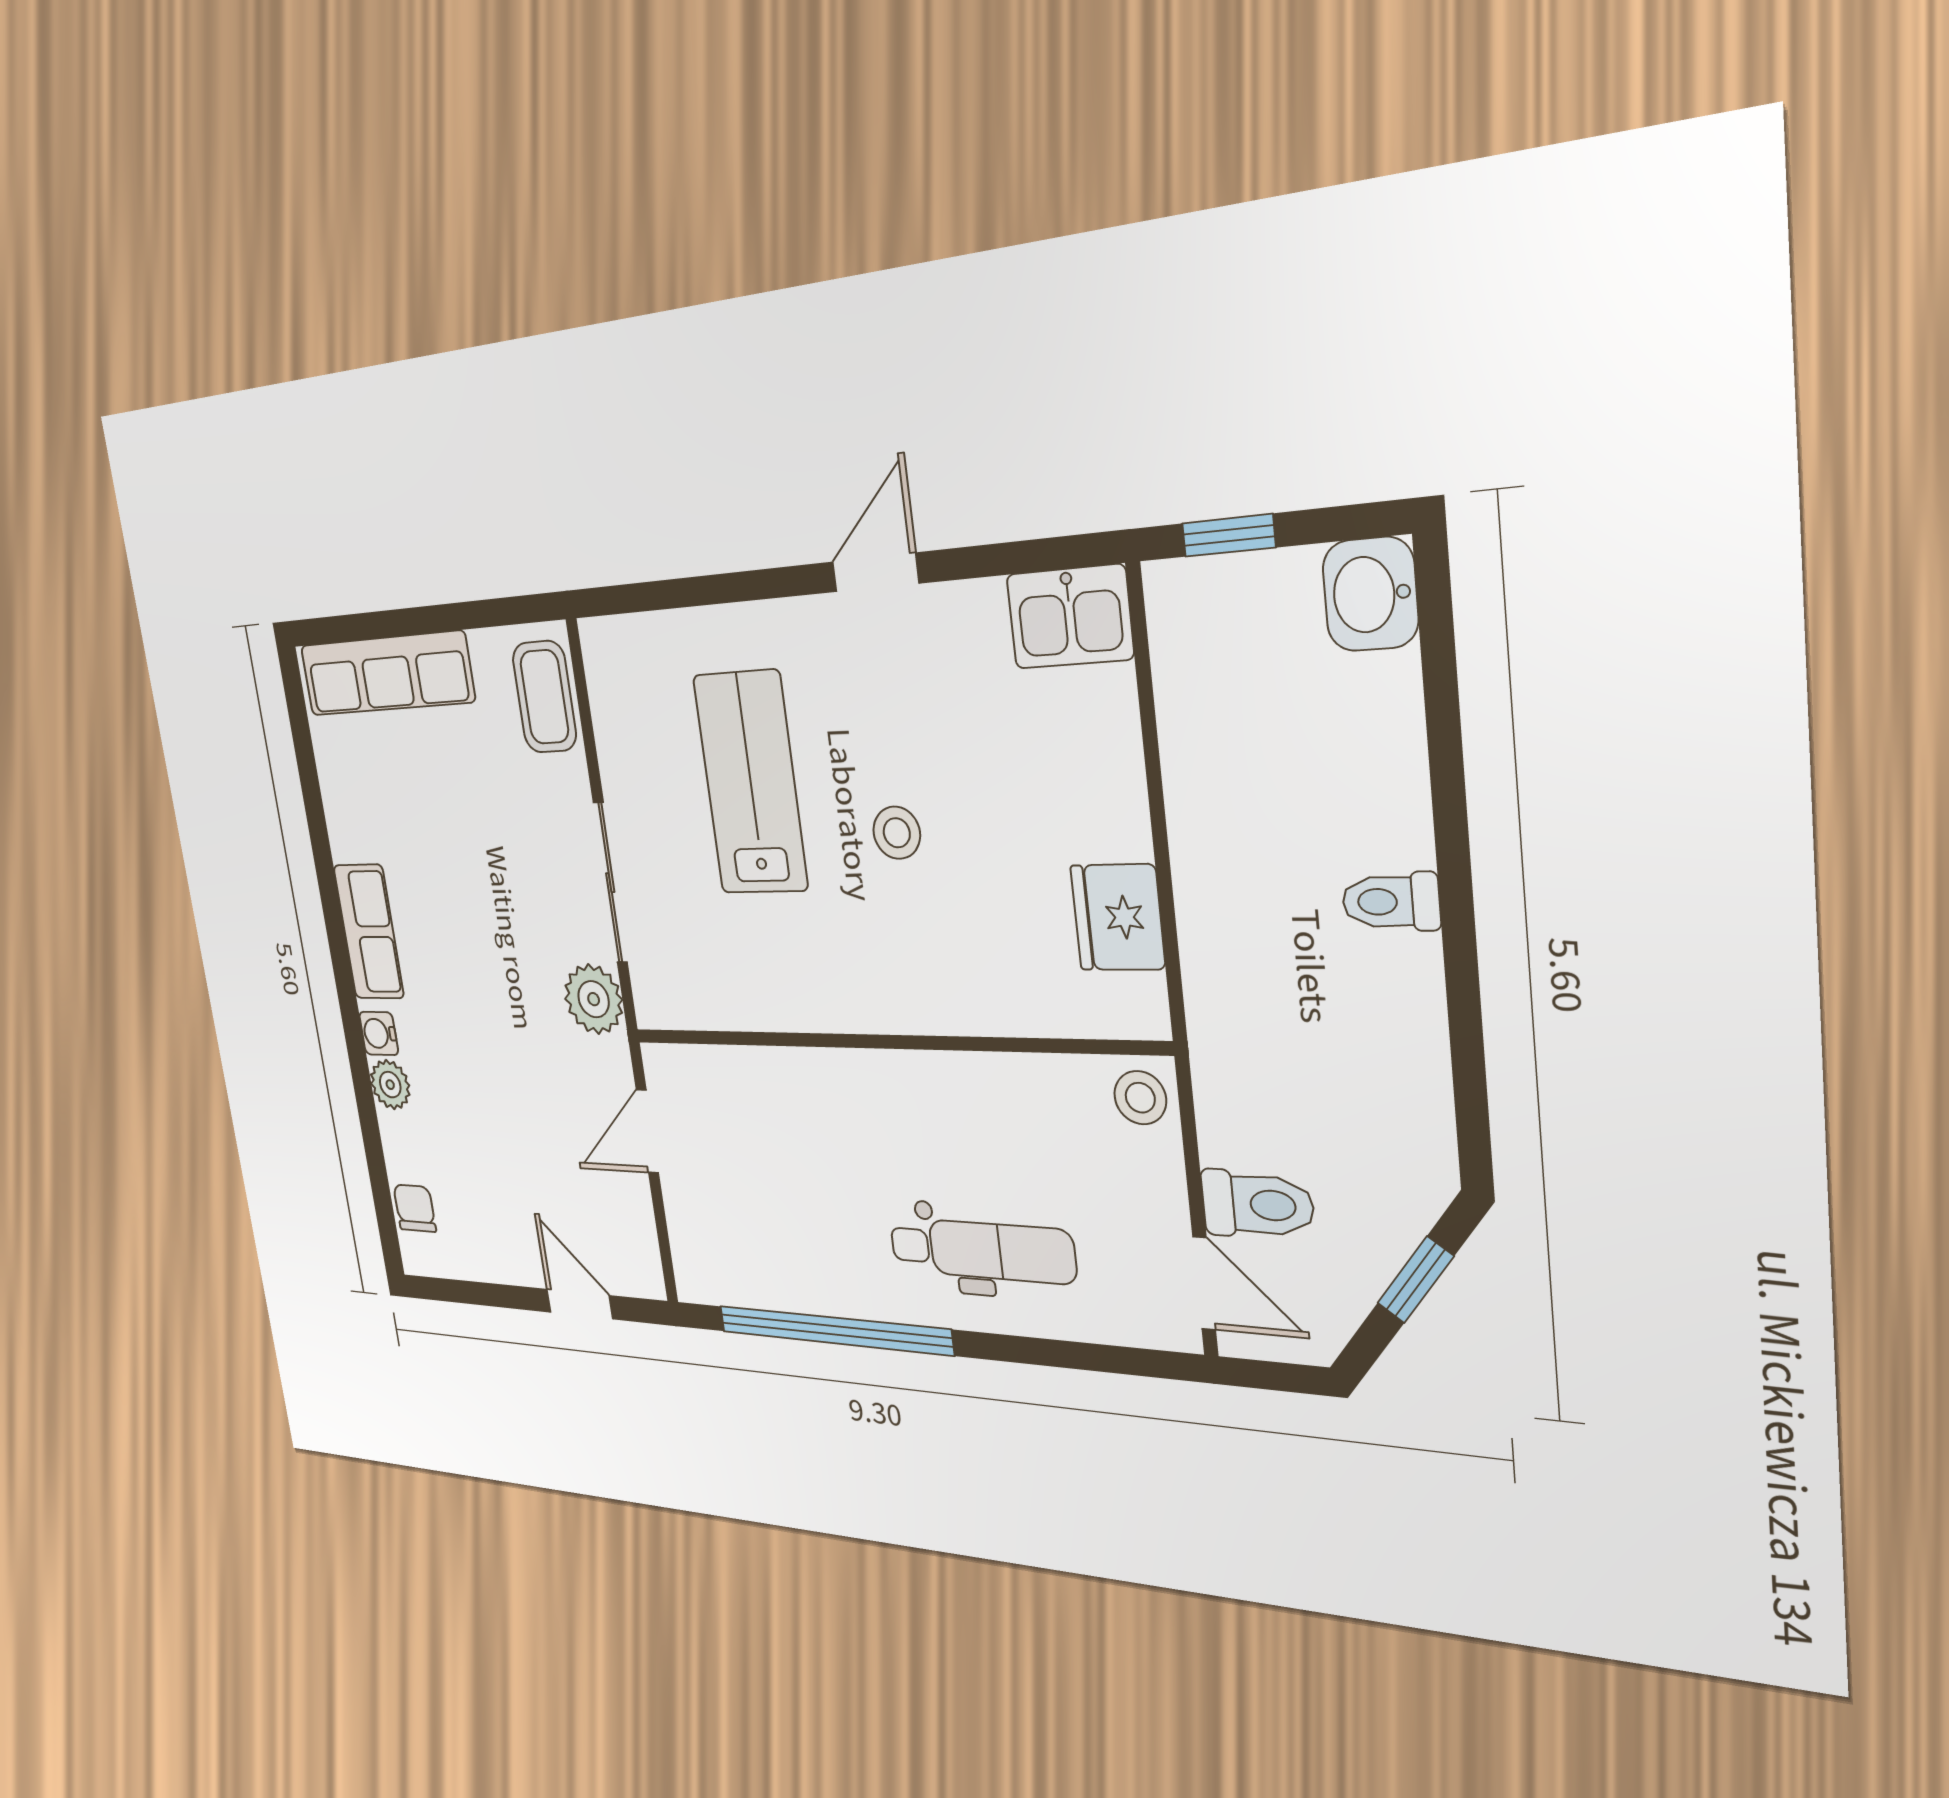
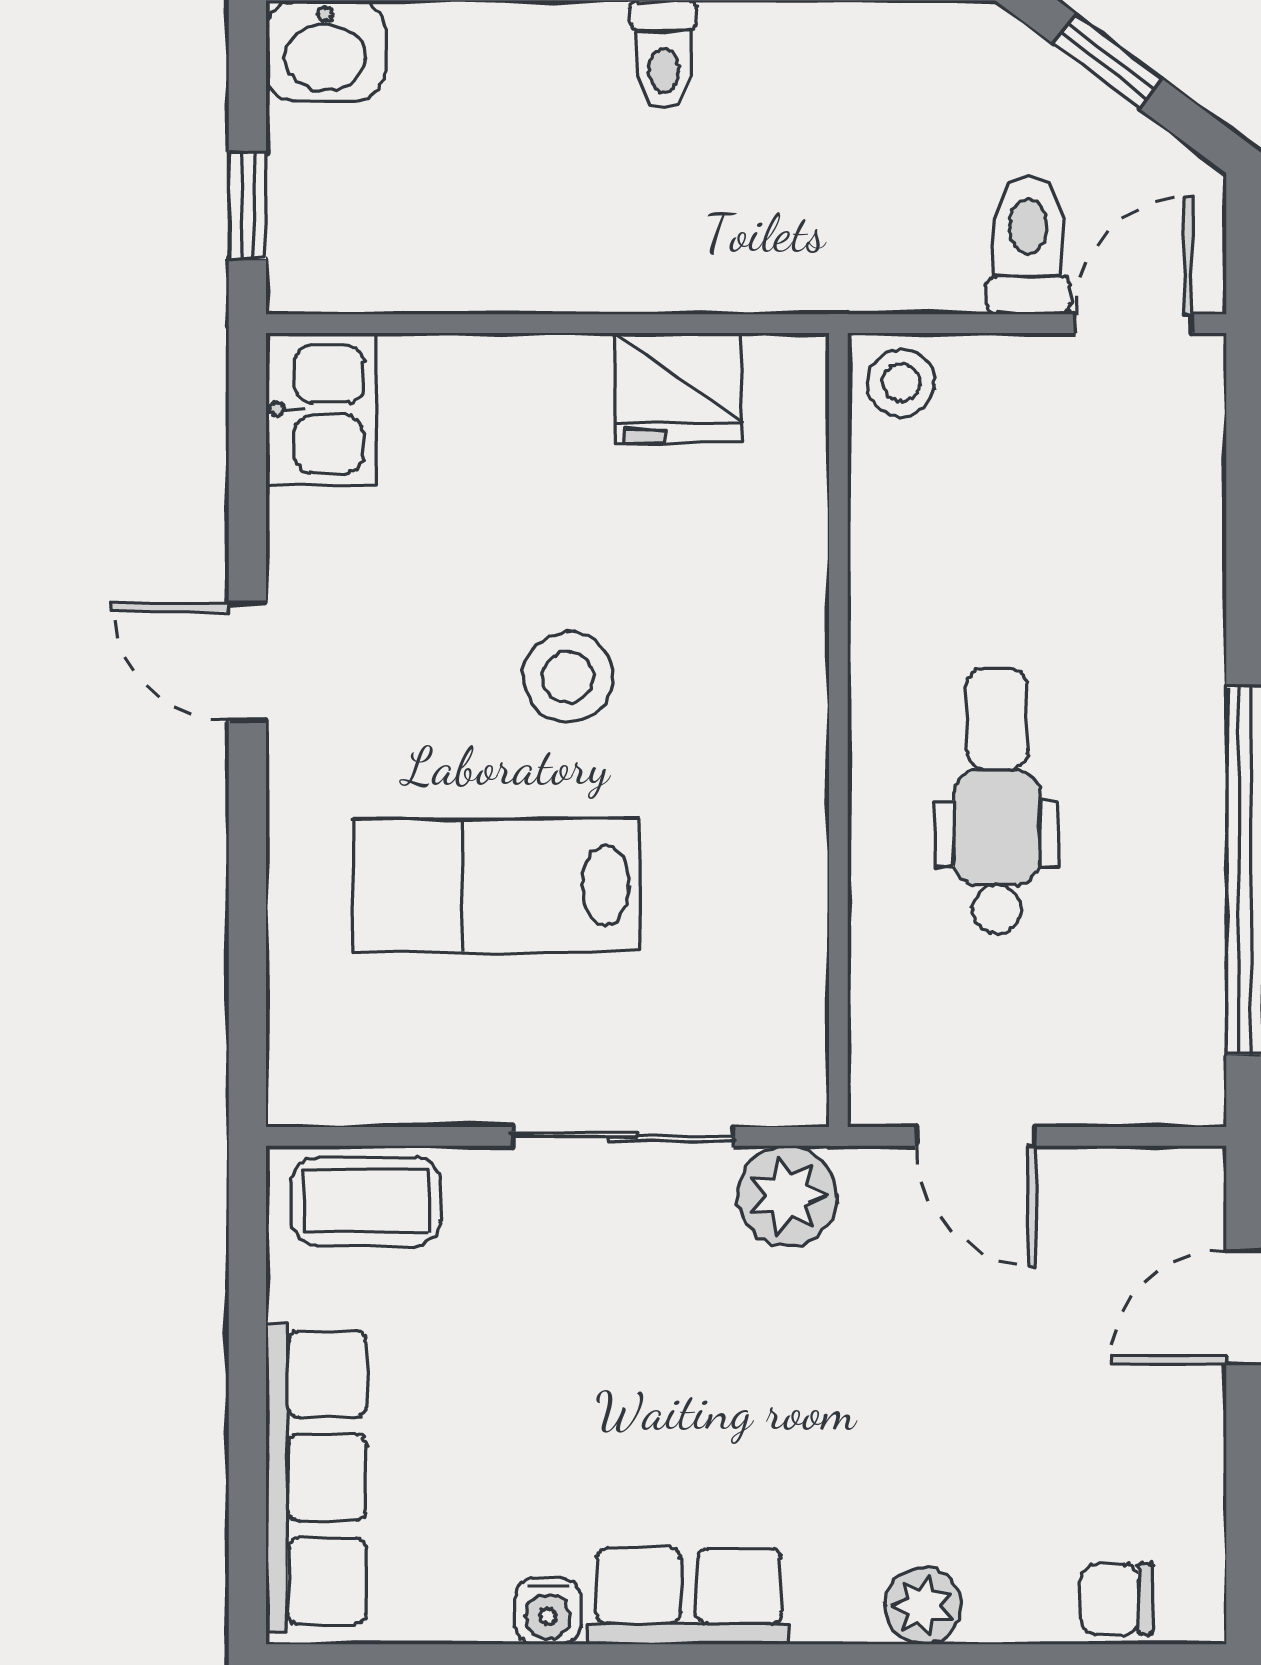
stool: (897, 833) -> (568, 677), width x1.37, depth x1.37
water cooler: (379, 1033) -> (548, 1611), moved
dental chair: (982, 1250) -> (997, 801), moved

